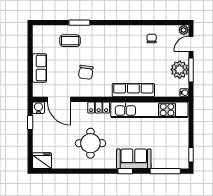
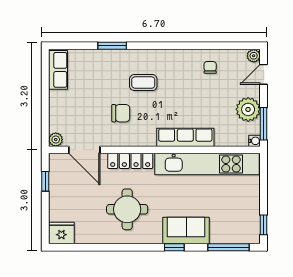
coffee table: (70, 41) -> (143, 83), moved
row of seats: (39, 68) -> (58, 70), moved
window: (191, 70) -> (264, 124), moved
chair: (86, 72) -> (121, 113), turned -98
plant: (38, 92) -> (56, 140), added
water cooler: (38, 108) -> (57, 161), removed
locker: (99, 108) -> (130, 161), width x1.53

